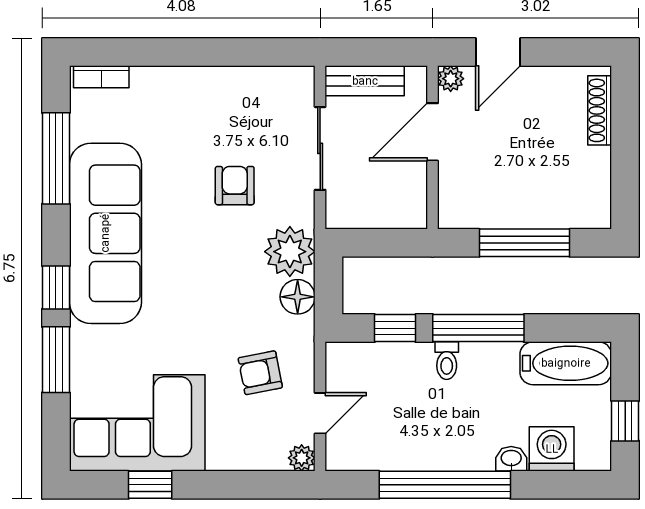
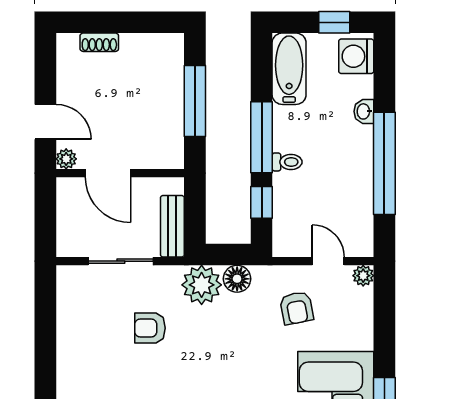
bench: (365, 81) -> (172, 226), moved
shoe rack: (600, 110) -> (99, 42), width x0.70
washing machine: (552, 449) -> (356, 56), moved

